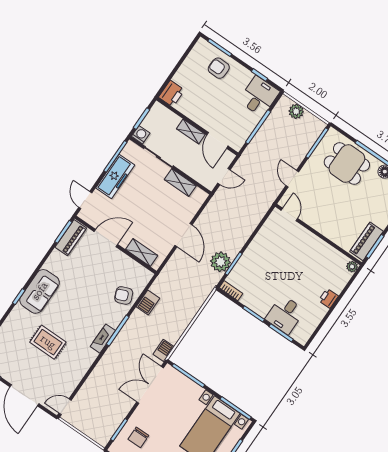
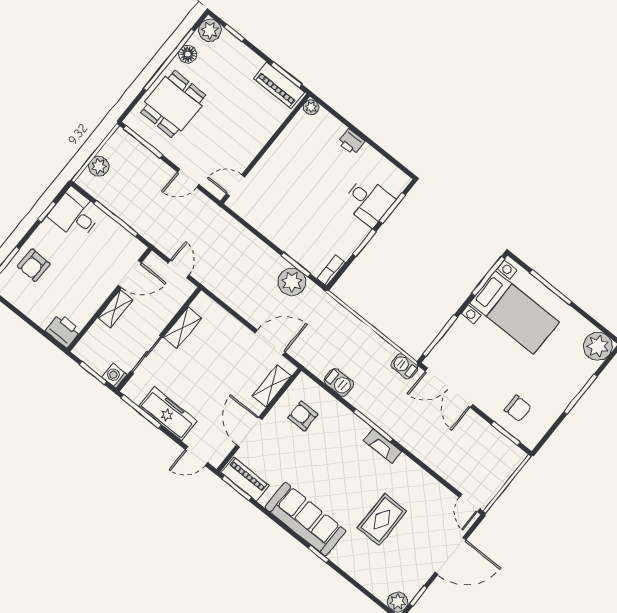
door: (183, 235) -> (270, 343), moved
sofa: (40, 291) -> (305, 519), width x1.36
armchair: (124, 295) -> (303, 416), moved, turned 112

